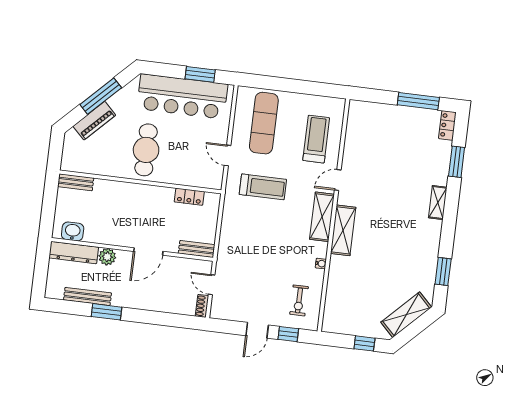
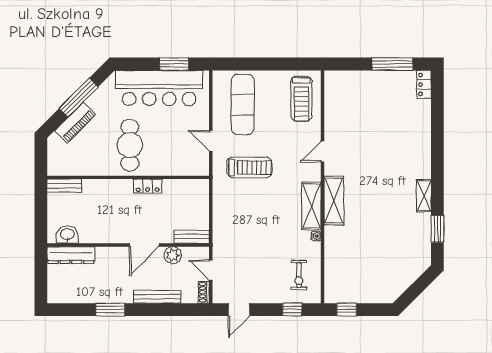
treadmill: (316, 139) -> (301, 99), moved, turned 180
window: (457, 162) -> (437, 119), removed
locker: (189, 197) -> (148, 186), moved
shelving: (438, 203) -> (424, 196), moved
shelving: (322, 217) -> (311, 206), moved
plant: (107, 257) -> (173, 255), moved
bench: (87, 296) -> (157, 297), moved
shelving: (406, 315) -> (406, 276), removed
door: (257, 330) -> (239, 310), moved
window: (364, 343) -> (347, 310), moved

